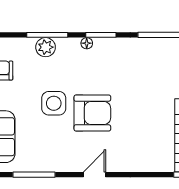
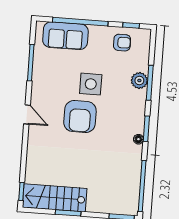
floor lamp: (87, 43) -> (138, 139), moved

